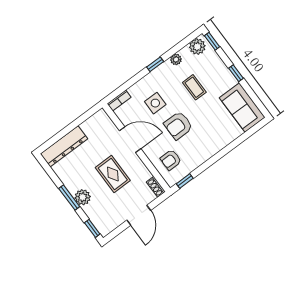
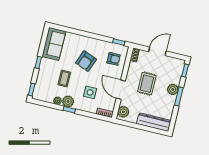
plant: (197, 47) -> (68, 101), moved
plant: (103, 122) -> (123, 112), added
armchair: (178, 125) -> (86, 61), moved, turned 111

